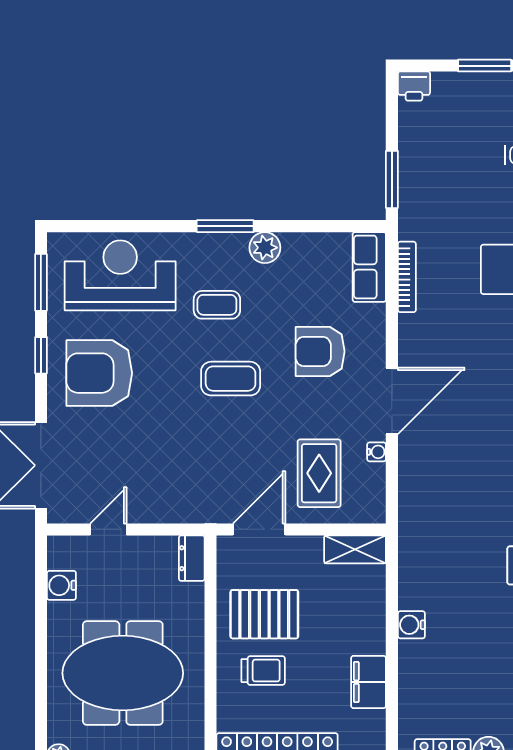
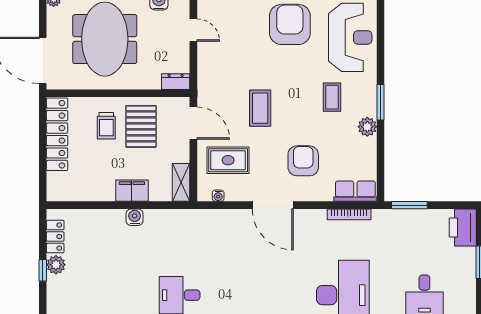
printer: (414, 86) -> (463, 227), width x1.87, depth x1.48
coffee table: (231, 379) -> (260, 108), moved
water cooler: (377, 452) -> (218, 196), moved
filing cabinet: (369, 682) -> (132, 191), moved

